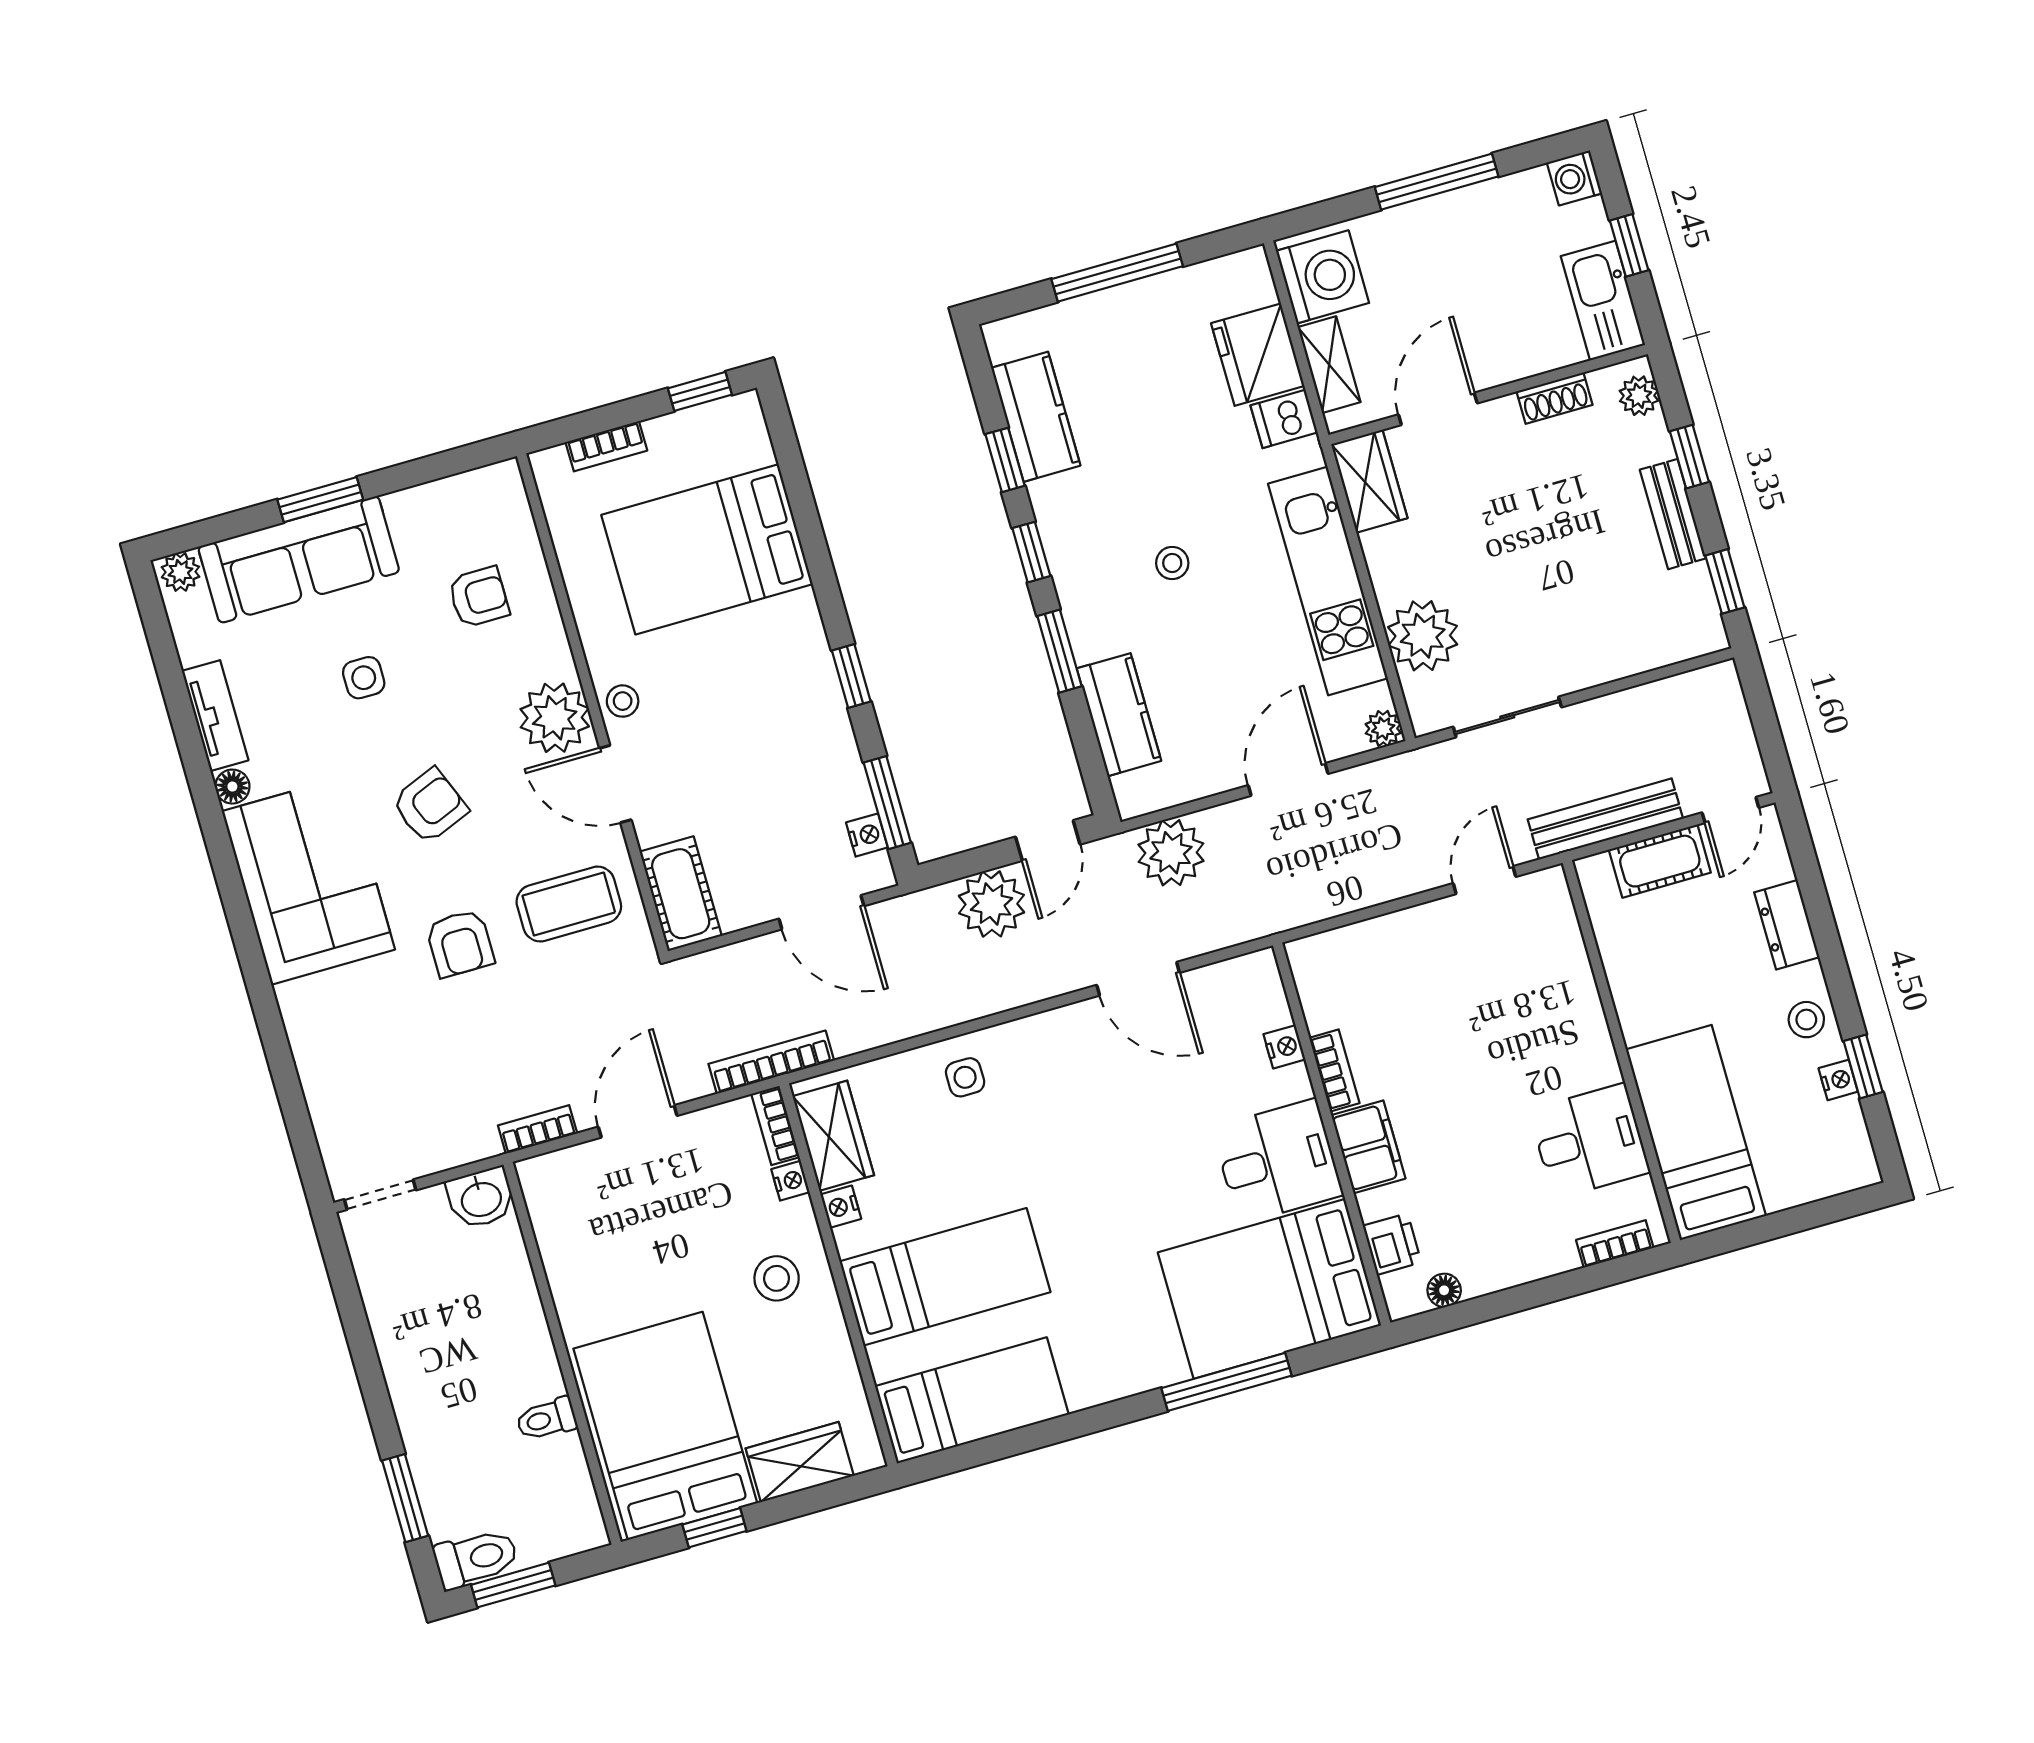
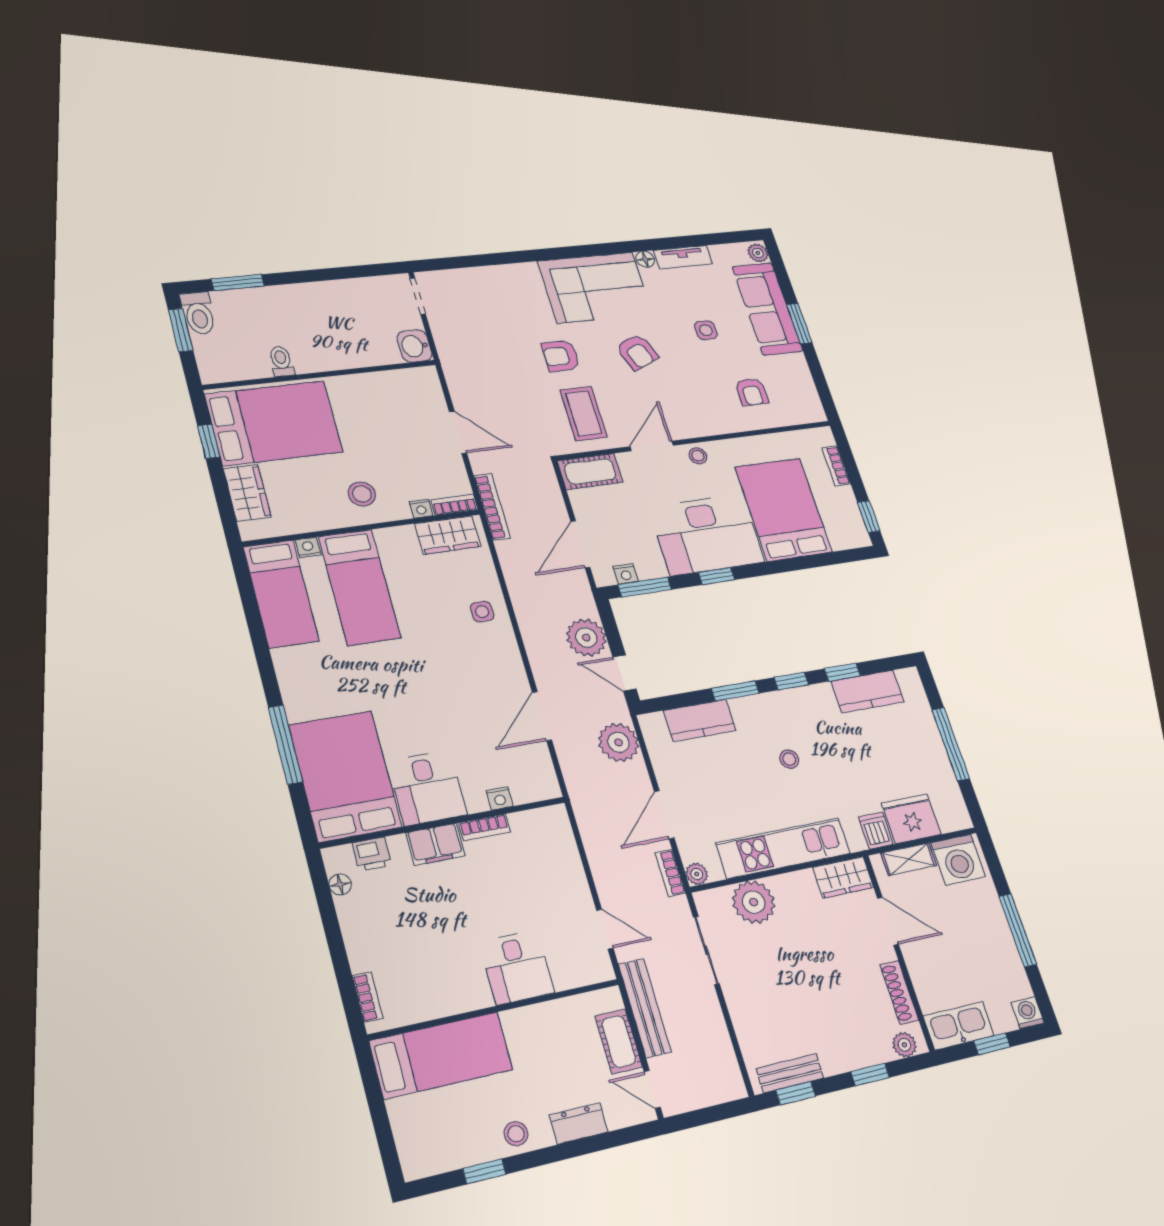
shoe rack: (1555, 398) -> (899, 992), width x1.43
bench: (1673, 514) -> (790, 1073), moved
desk: (775, 691) -> (707, 535), added
plant: (555, 718) -> (688, 420), removed
door: (1288, 779) -> (664, 815), swing flipped
nightstand: (1838, 1080) -> (475, 1154), removed
bookcase: (538, 1129) -> (670, 873), moved, turned 180
desk: (1589, 1141) -> (517, 967), moved
nightstand: (841, 1207) -> (308, 547), moved

